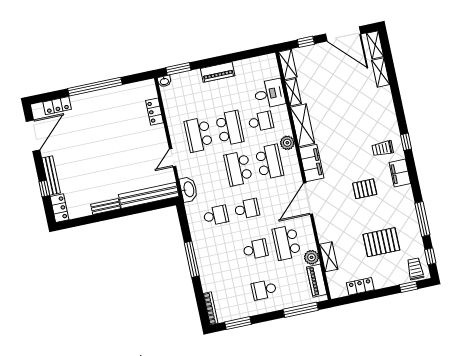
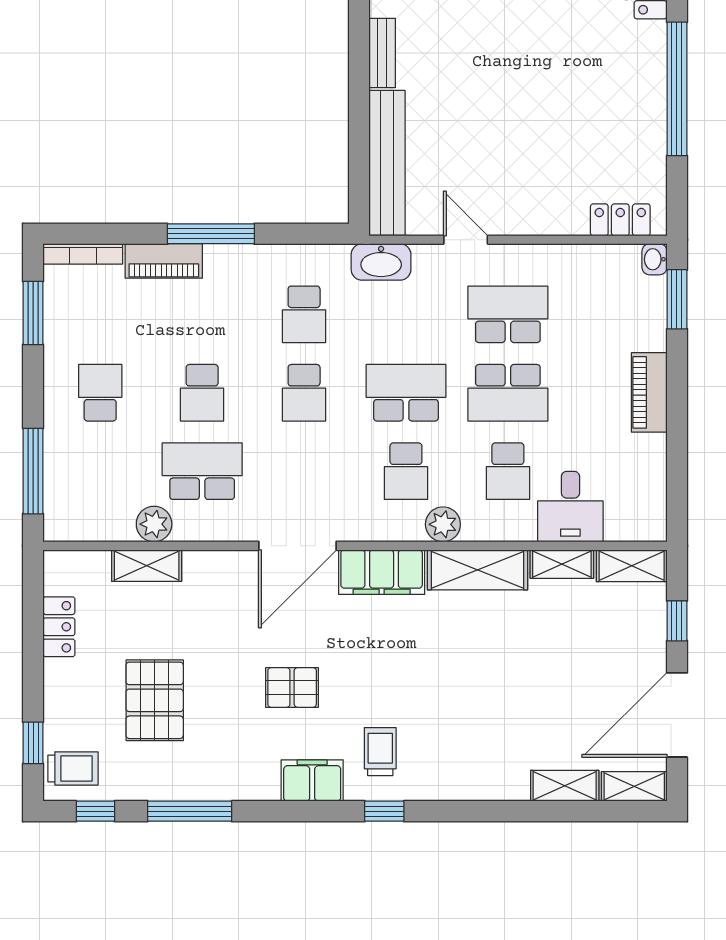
locker: (155, 112) -> (620, 220), moved
school desk: (269, 162) -> (406, 471), width x0.54
pallet: (365, 189) -> (292, 687), turned 90
door: (308, 199) -> (297, 546), swing flipped
piano: (317, 281) -> (164, 261), moved, turned 180

